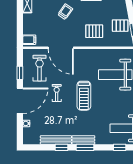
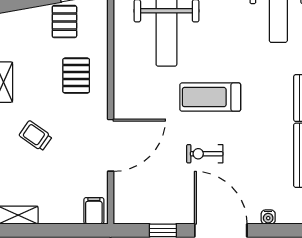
exercise bike: (40, 68) -> (153, 189), removed
treadmill: (84, 96) -> (210, 97), turned 180

